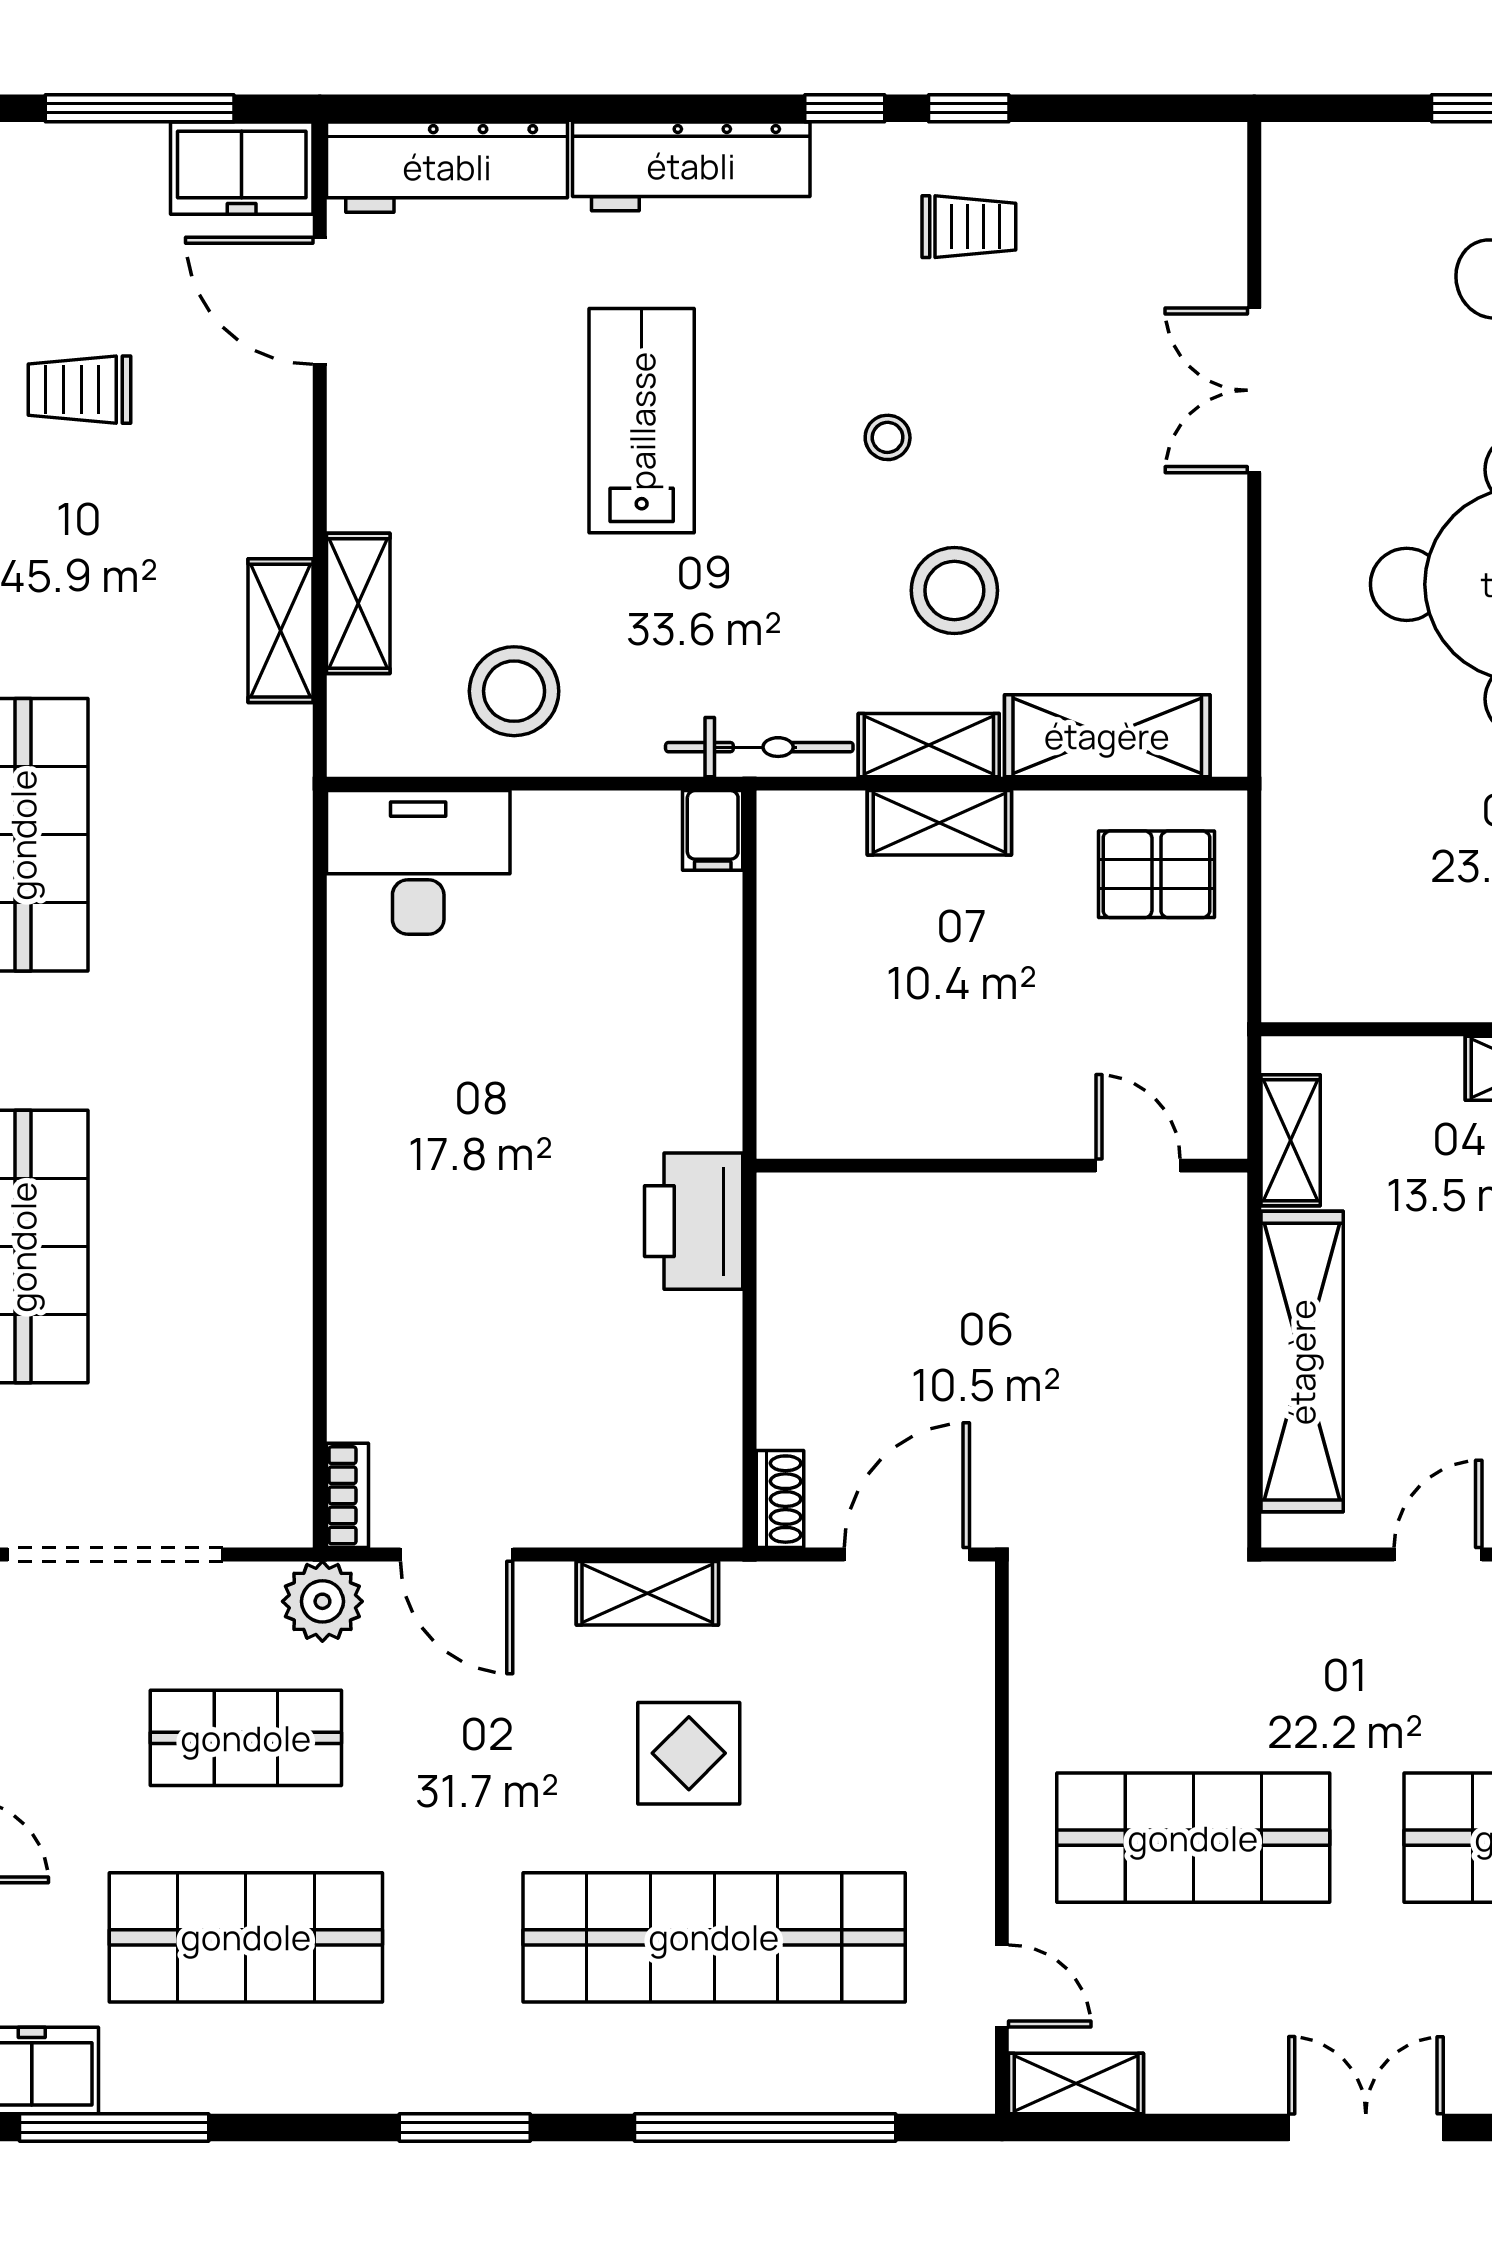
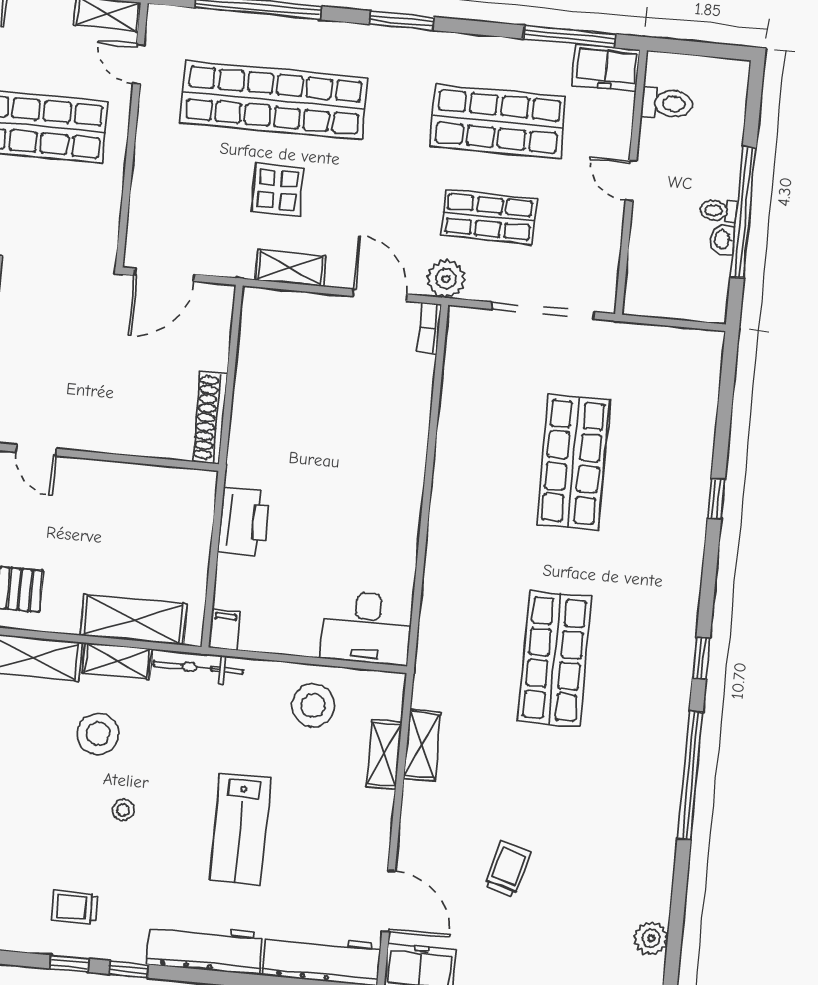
trolley: (79, 390) -> (507, 869), turned -75
shelving: (939, 823) -> (133, 620), width x1.50, depth x1.33
printer: (694, 1221) -> (244, 521), moved
shoe rack: (780, 1499) -> (209, 418), moved, width x1.94, depth x1.24

